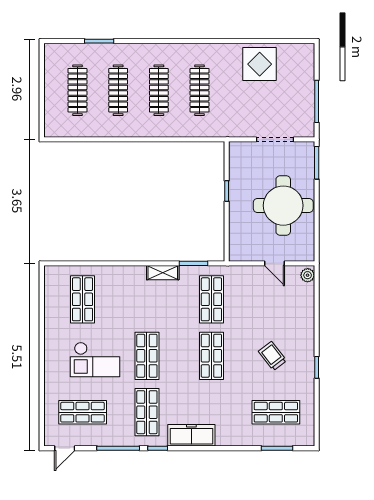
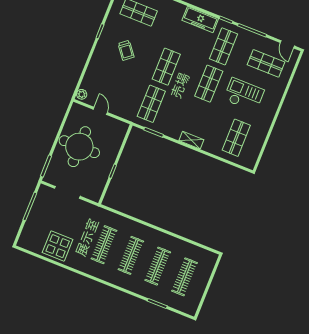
shelving: (163, 273) -> (191, 140), moved
door: (65, 448) -> (287, 44), swing flipped

